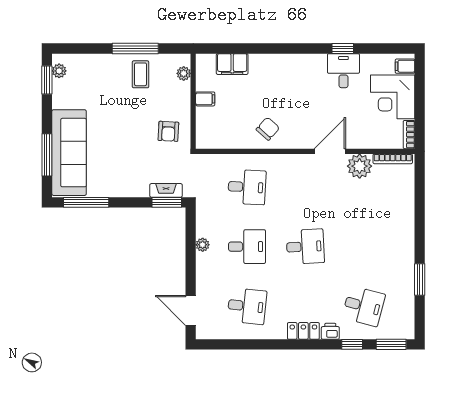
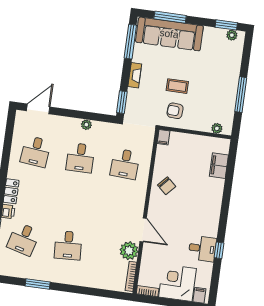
coffee table: (141, 74) -> (177, 86), moved
filing cabinet: (205, 99) -> (163, 137), moved
fireplace: (166, 190) -> (135, 75), moved
desk: (305, 247) -> (68, 245), moved

